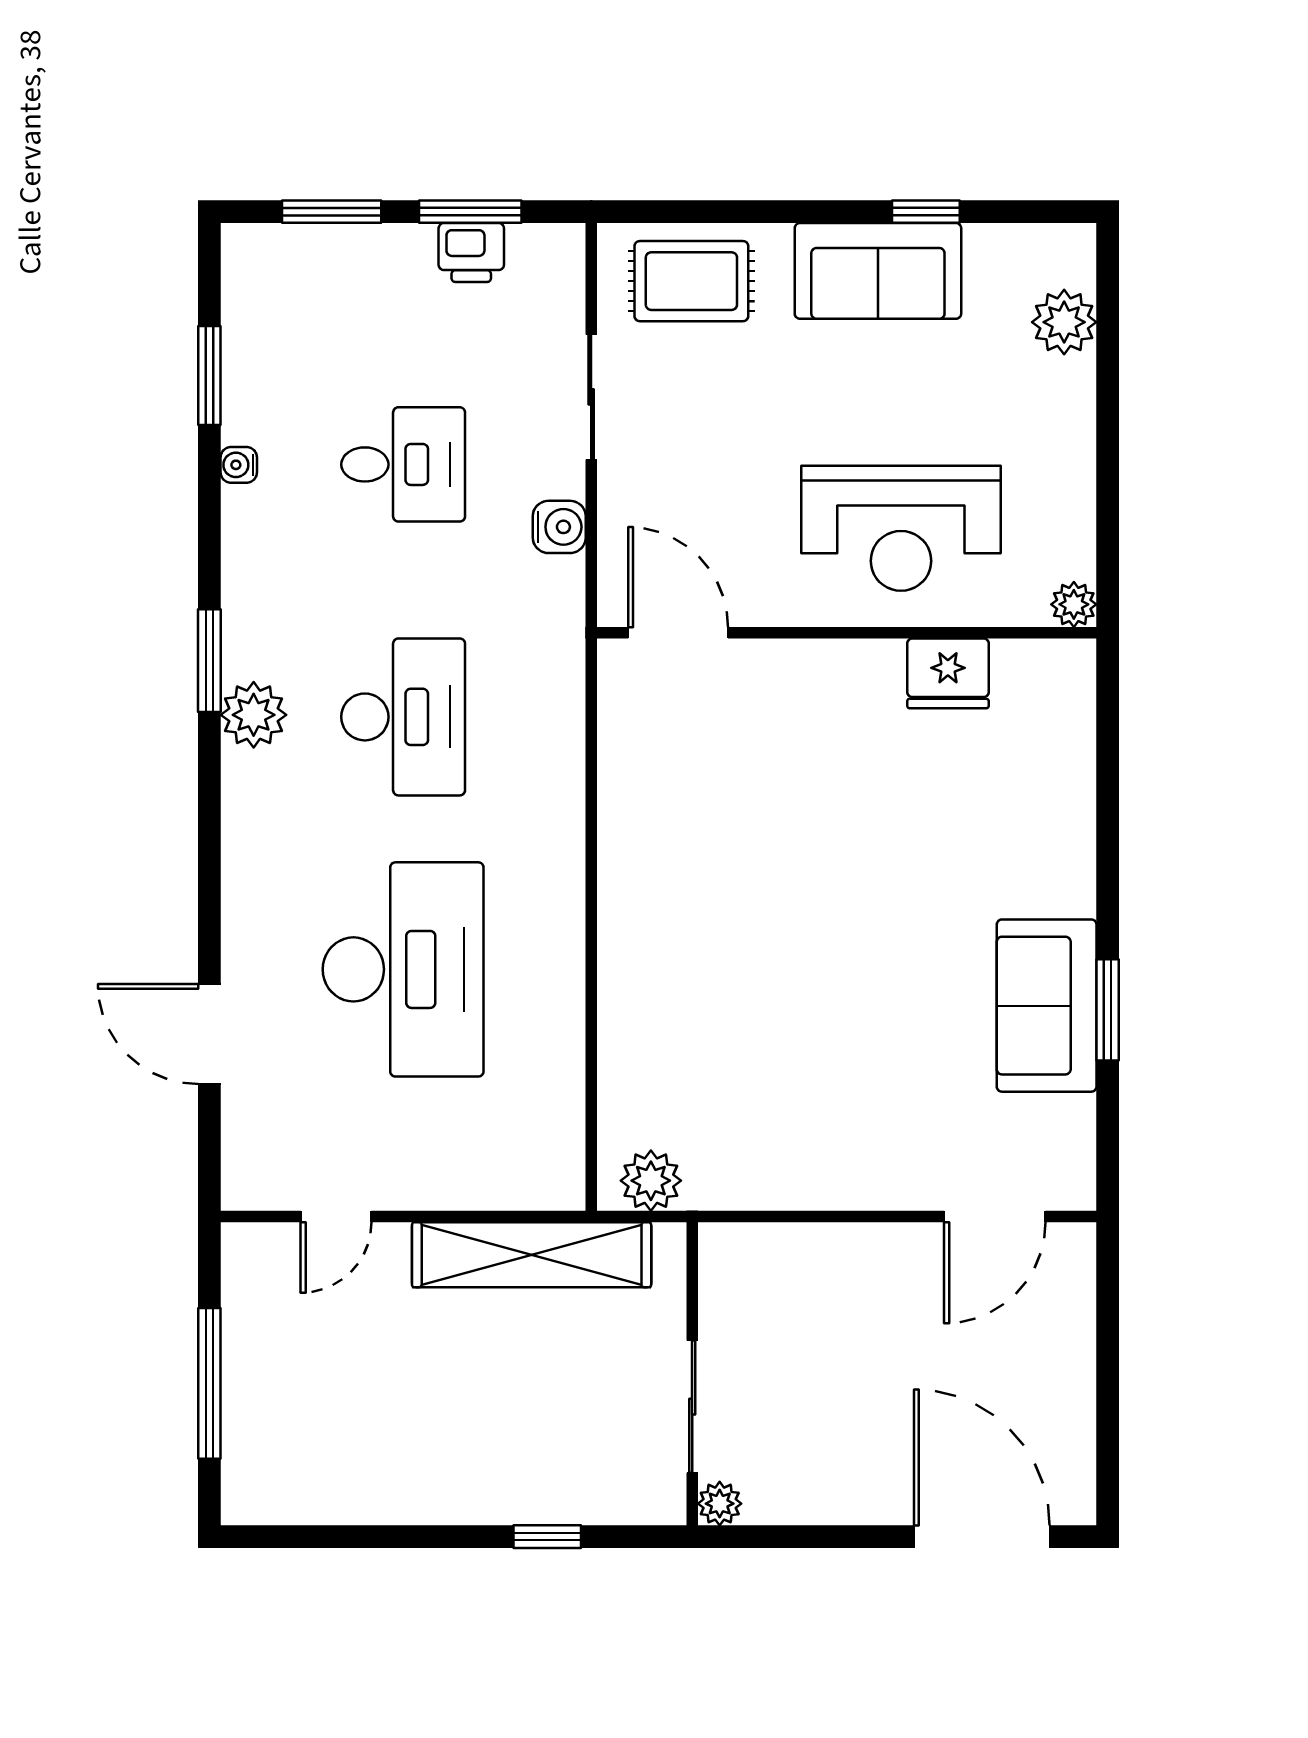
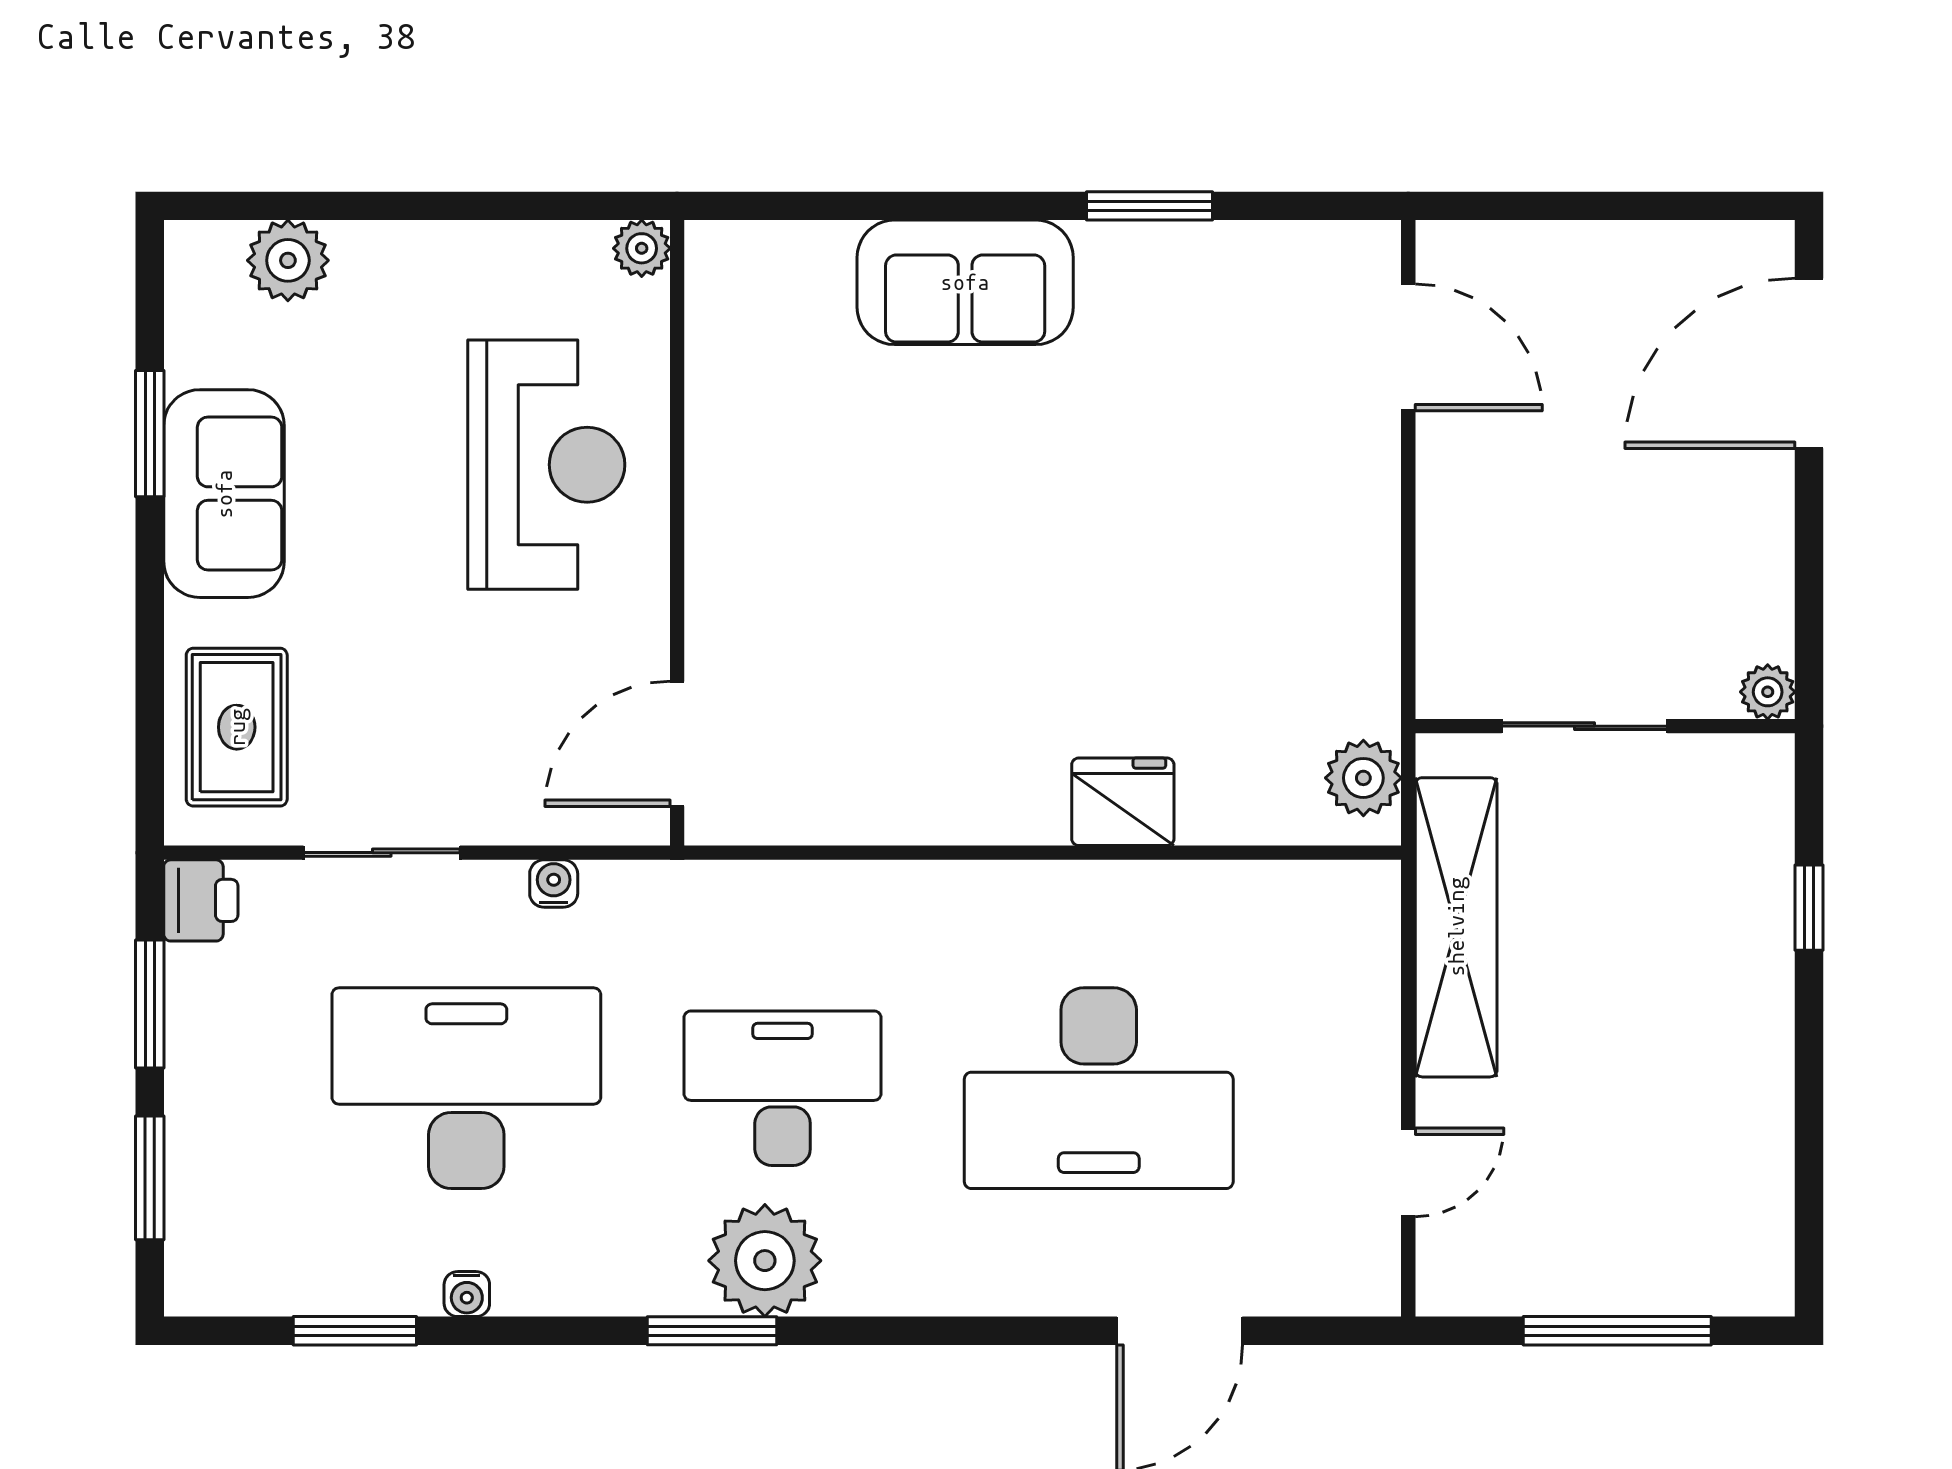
window: (926, 212) -> (150, 434), width x1.50
printer: (471, 252) -> (201, 900), moved
desk: (403, 464) -> (466, 1088), width x1.87, depth x1.30
water cooler: (559, 527) -> (554, 884), width x0.72, depth x0.72
fridge: (948, 673) -> (1123, 802), moved, turned -90
plant: (254, 715) -> (765, 1261), width x1.36, depth x1.36
desk: (403, 969) -> (1099, 1088), turned 180
sofa: (1047, 1006) -> (965, 282), moved
door: (336, 1217) -> (1408, 1172), hinge flipped
sliding door: (692, 1407) -> (1584, 726), moved

